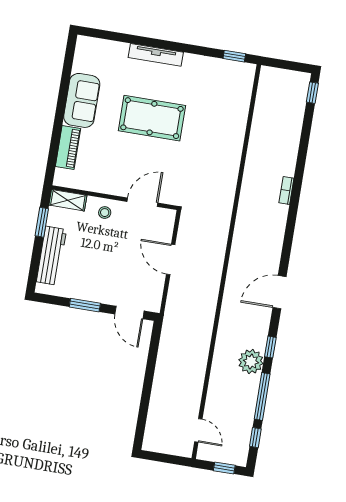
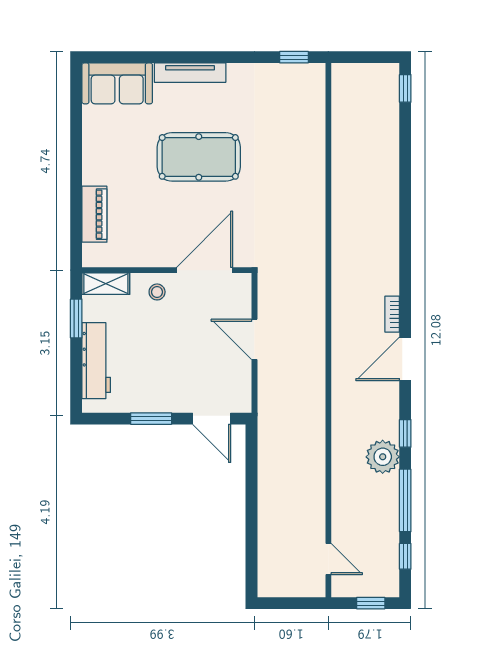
sofa: (82, 100) -> (117, 83), moved, turned 90
bookcase: (286, 190) -> (392, 314), moved
door: (142, 202) -> (205, 270), width x1.36

